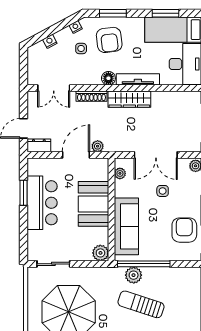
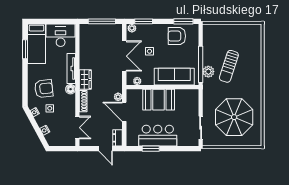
window: (113, 13) -> (25, 86), removed
wardrobe: (129, 99) -> (85, 79), width x0.67
plant: (100, 253) -> (193, 95), removed

